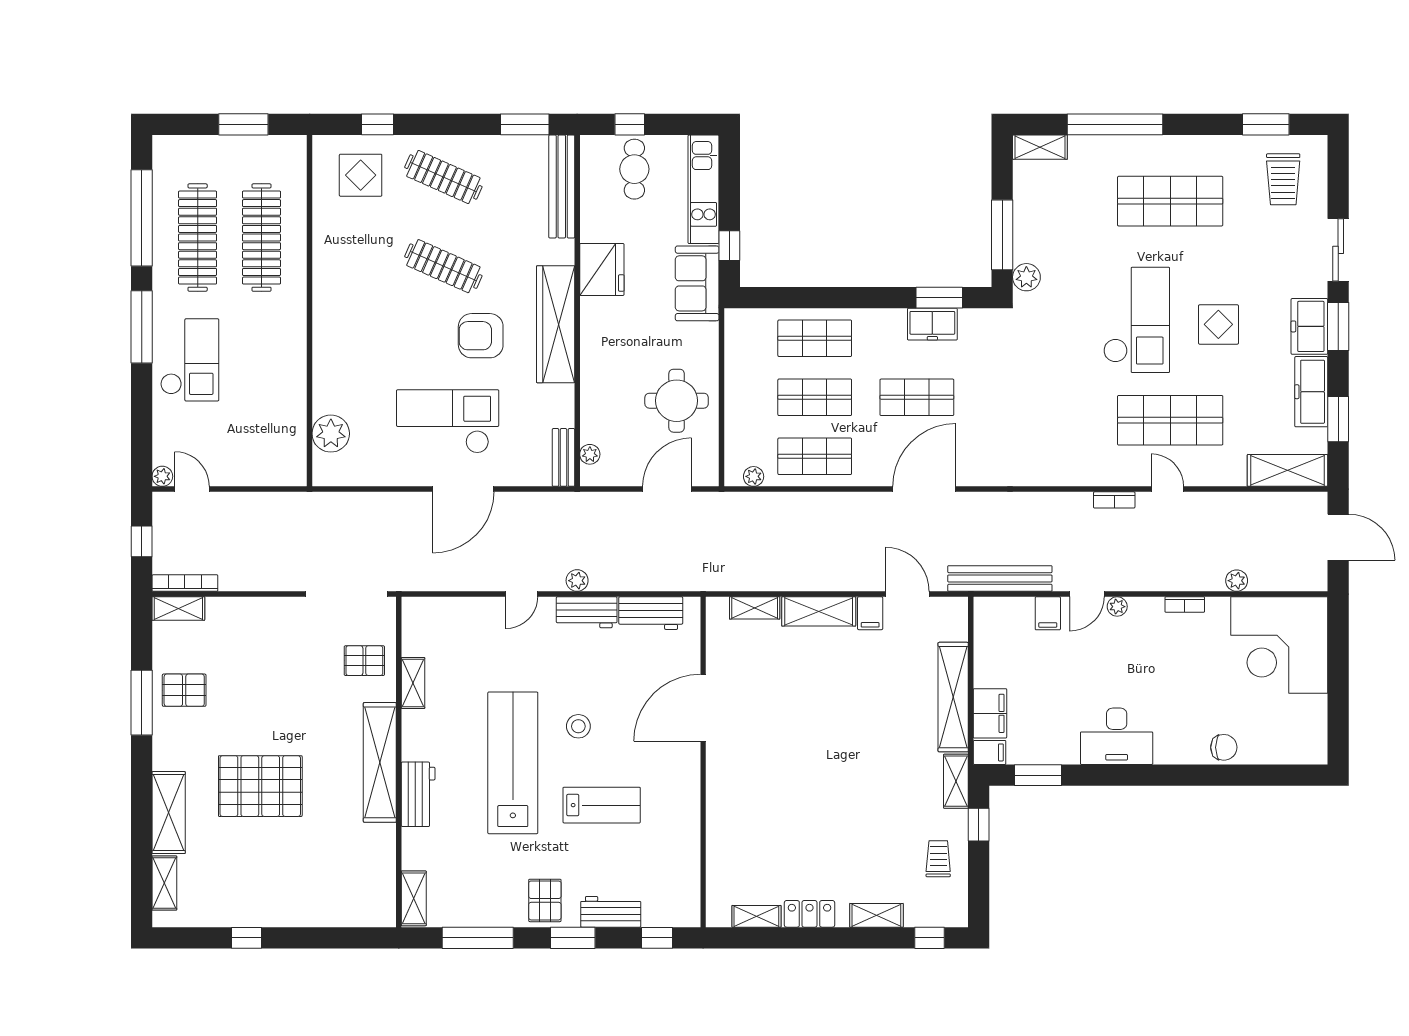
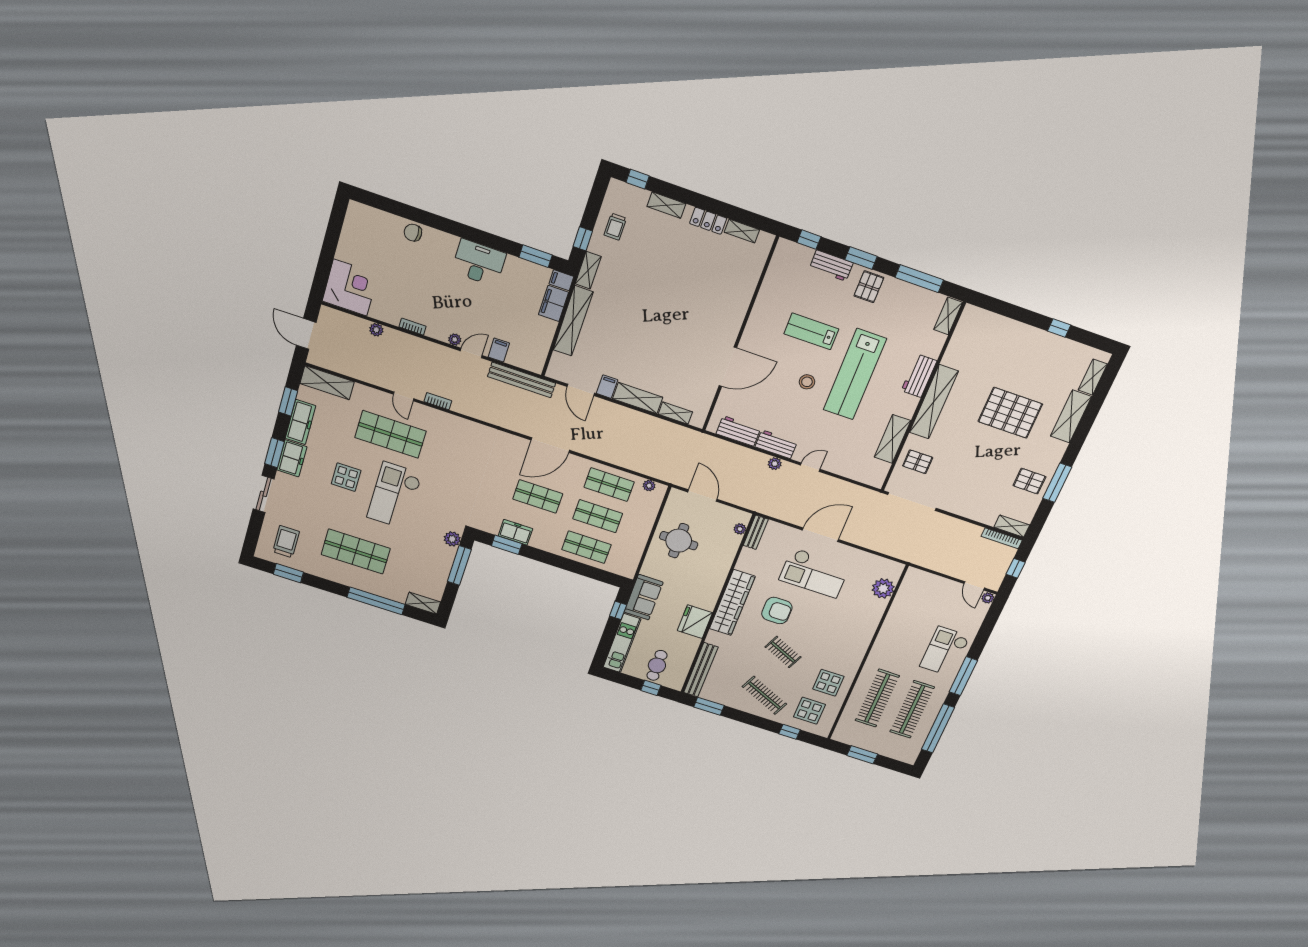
display table: (350, 237) -> (828, 683), added
clothes rail: (443, 266) -> (783, 652), width x0.73
door: (667, 489) -> (702, 496), swing flipped
corner desk: (1279, 645) -> (350, 288), width x0.74, depth x0.74
shelving: (413, 683) -> (892, 439), width x1.50, depth x1.33

